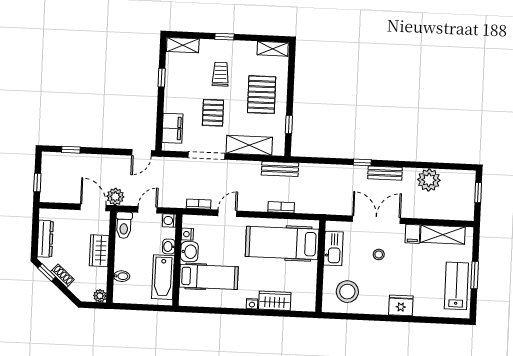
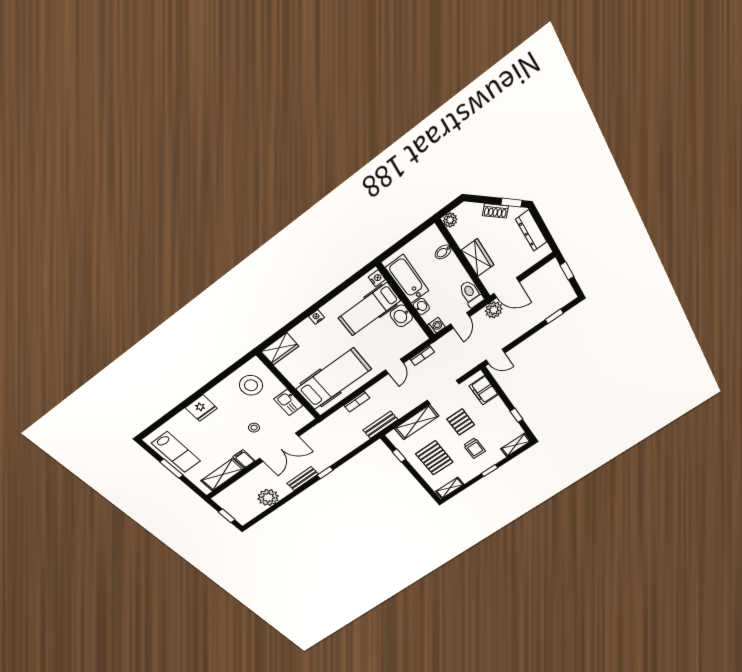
door: (142, 153) -> (495, 357), swing flipped
nightstand: (187, 234) -> (377, 278), moved
kitchen sink: (333, 249) -> (288, 402), width x0.73
wardrobe: (275, 301) -> (280, 349), moved

